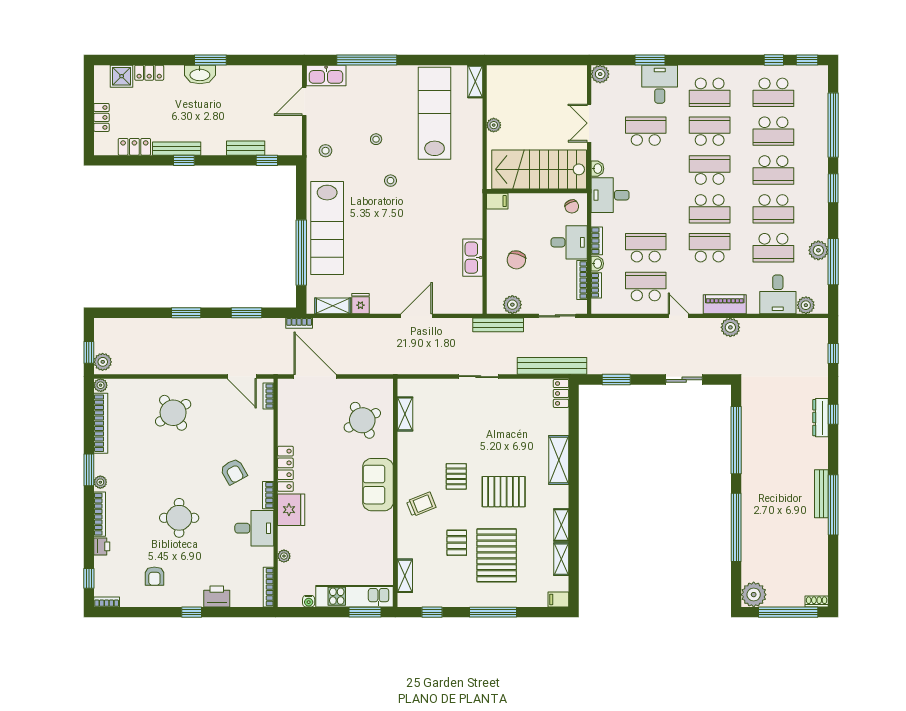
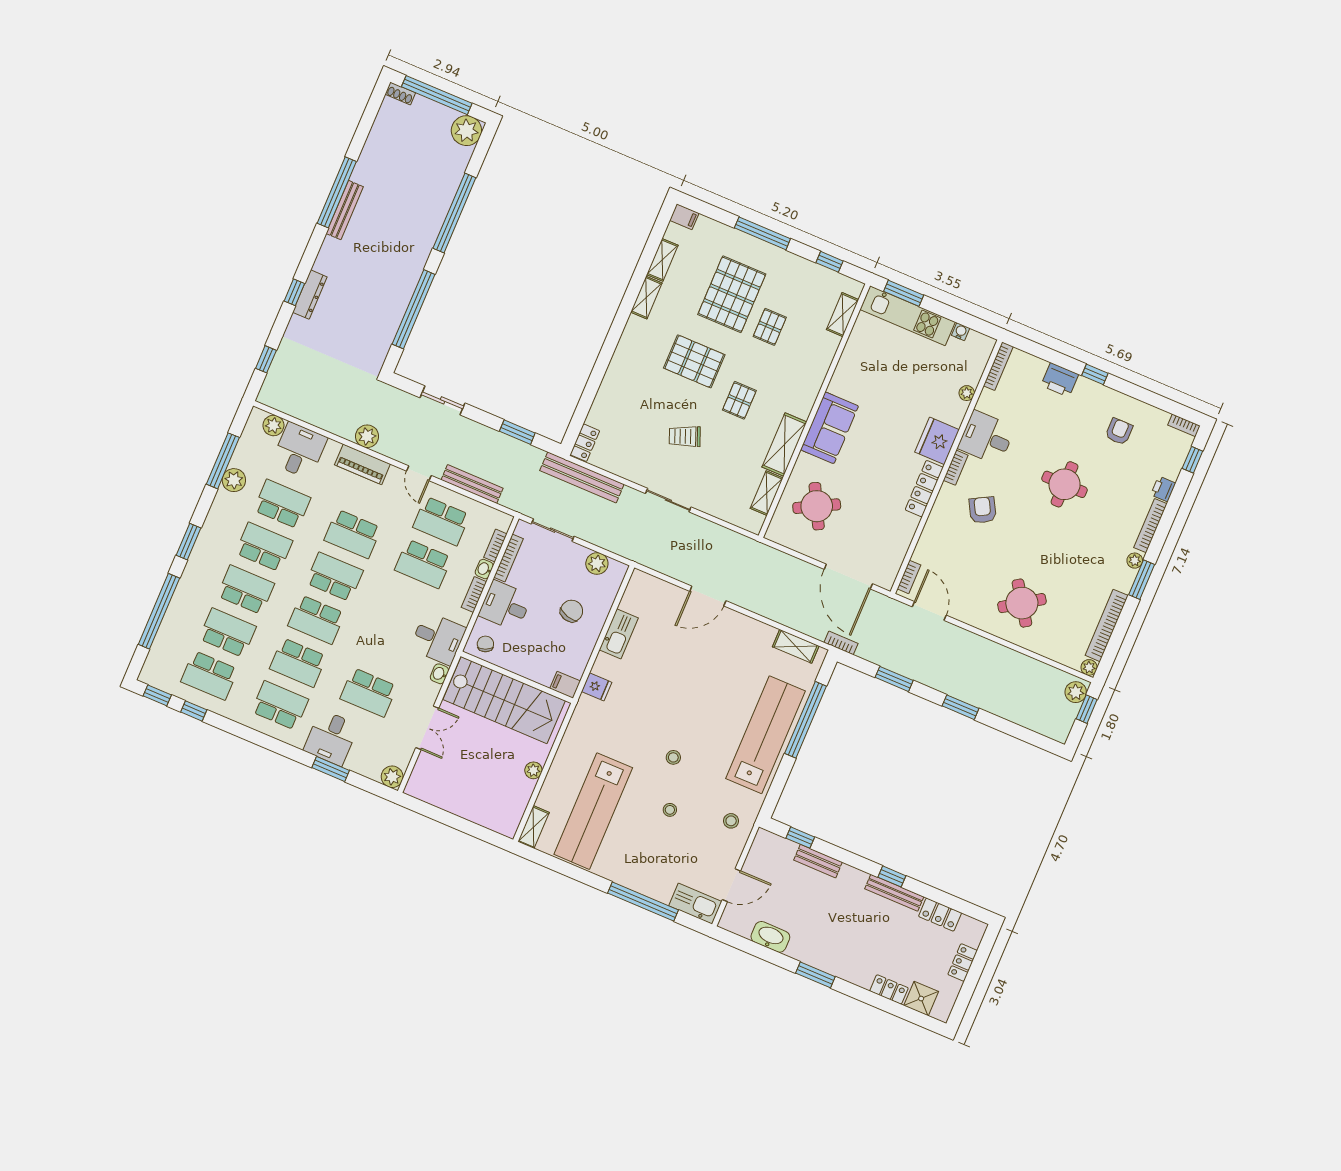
washbasin: (200, 74) -> (770, 937), moved
school desk: (773, 92) -> (209, 675), turned 180
fridge: (360, 304) -> (597, 687), moved, turned -90
bench: (498, 325) -> (472, 484), moved
shelving: (559, 460) -> (784, 445), moved
trolley: (421, 504) -> (685, 436), moved

